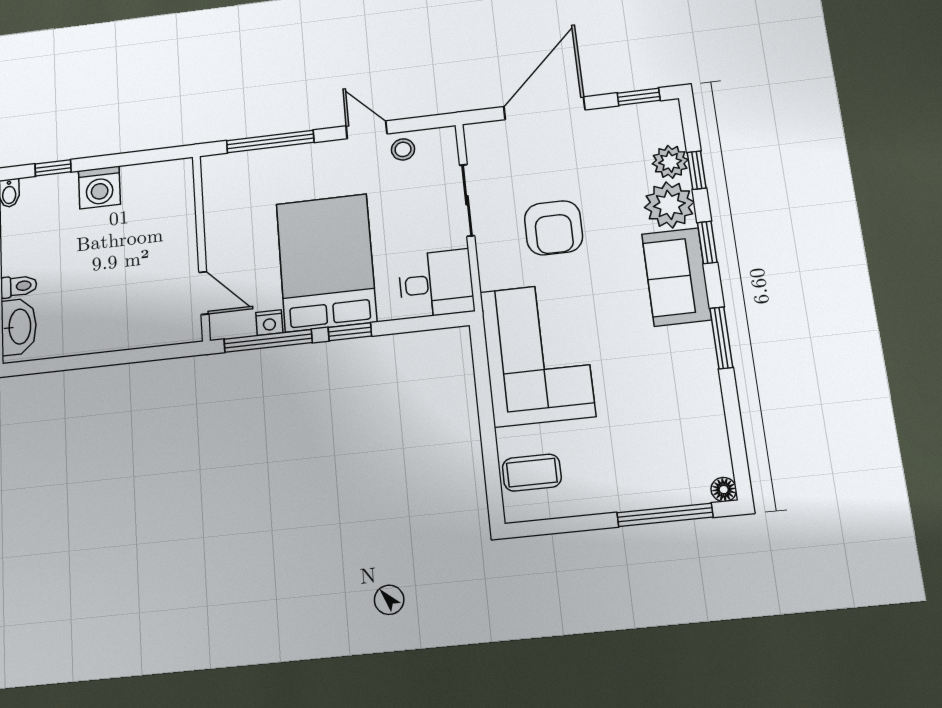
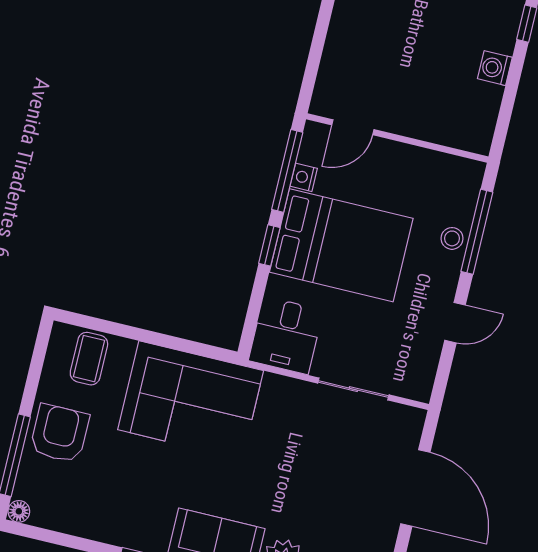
stool: (403, 149) -> (452, 238), moved
washing machine: (99, 187) -> (495, 68), width x0.73, depth x0.73
armchair: (554, 228) -> (60, 433), moved, turned 90

